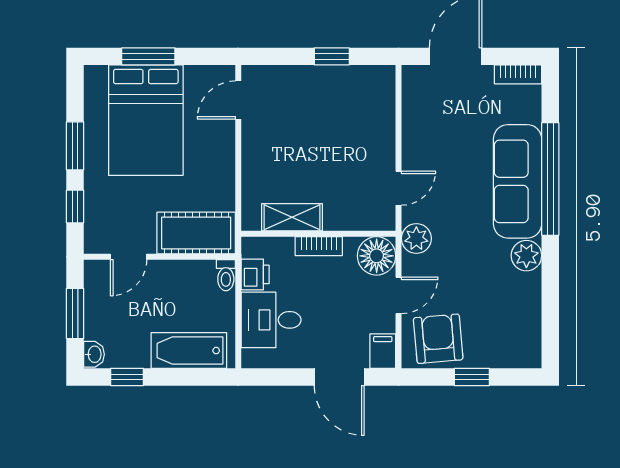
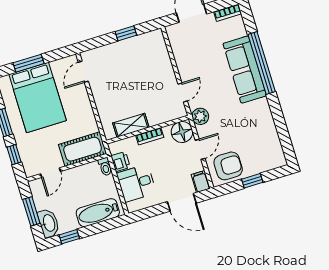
plant: (526, 256) -> (261, 108), removed
armchair: (438, 339) -> (228, 166), turned 95
washbasin: (94, 354) -> (49, 223), width x1.91, depth x1.45

